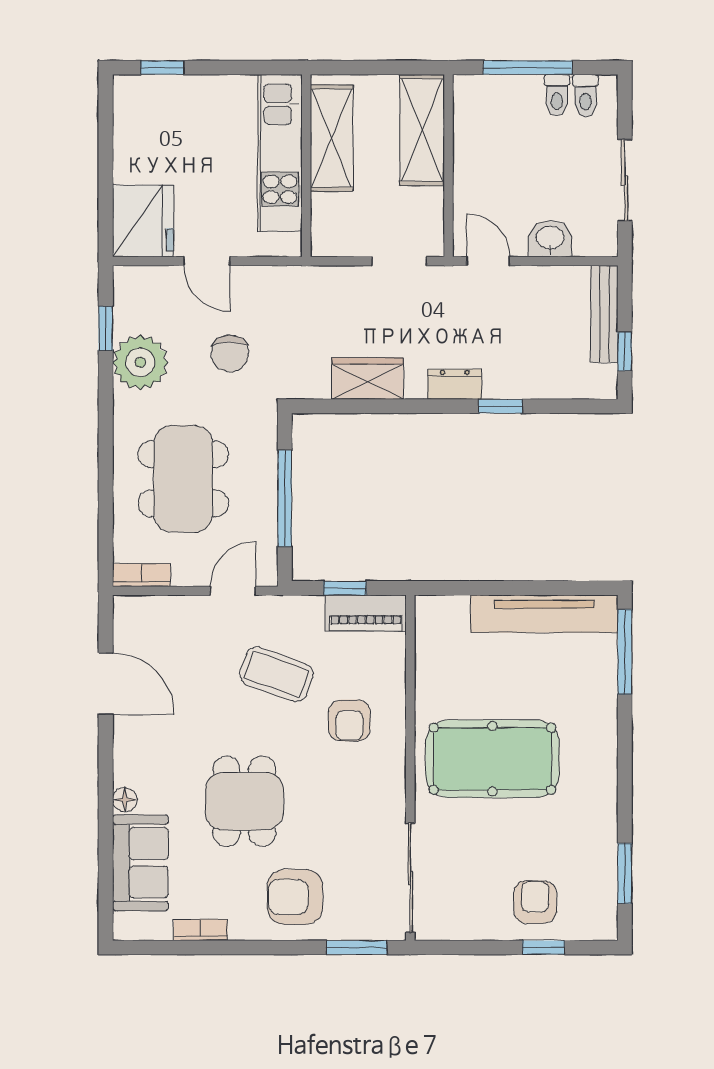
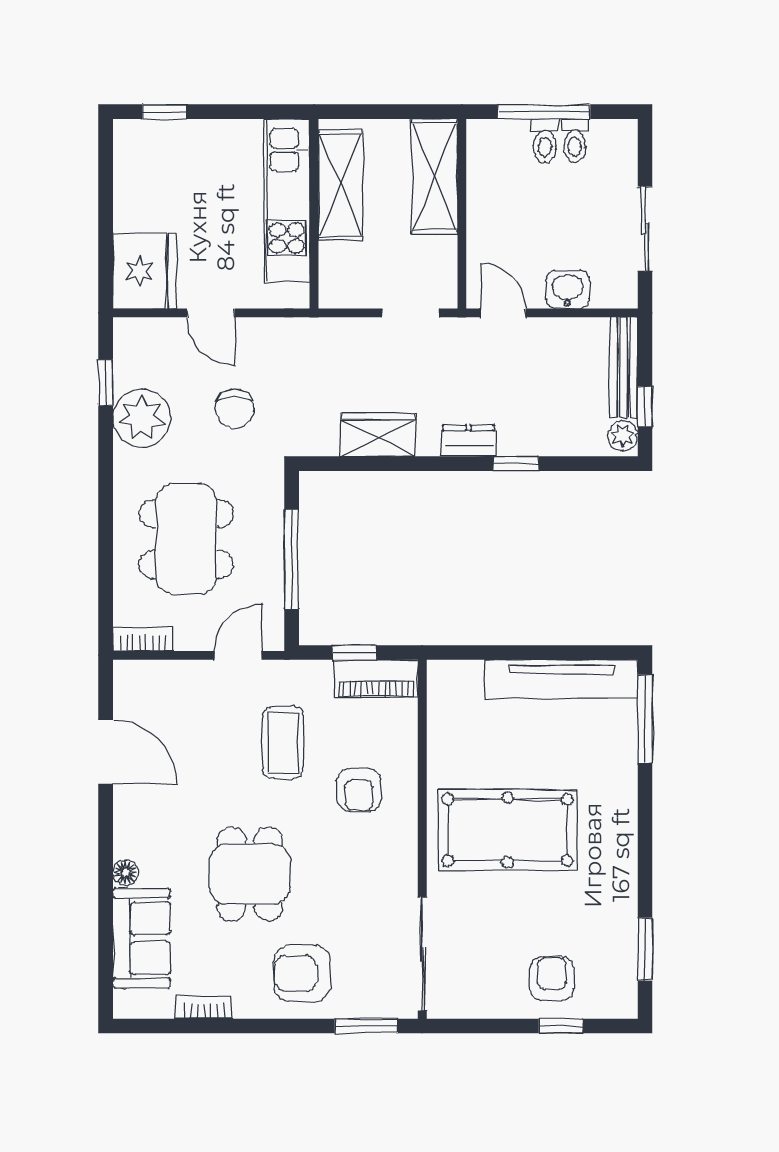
toilet: (585, 96) -> (545, 141), moved
plant: (603, 379) -> (623, 436), added
coffee table: (277, 674) -> (283, 742), turned 70

